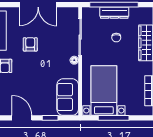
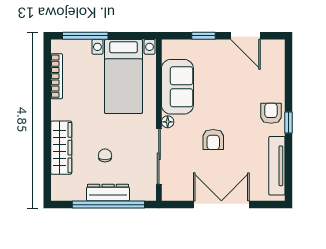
armchair: (30, 44) -> (213, 140), moved
sofa: (68, 97) -> (177, 87), moved
window: (114, 118) -> (85, 36), moved

